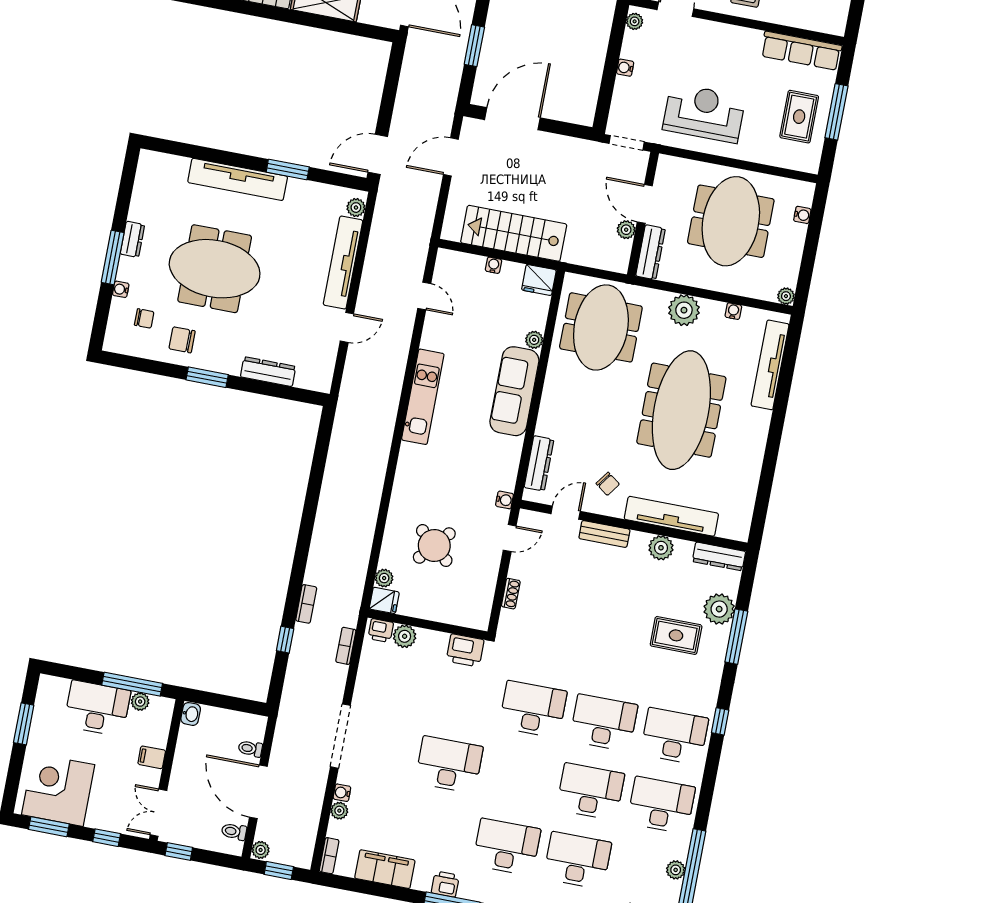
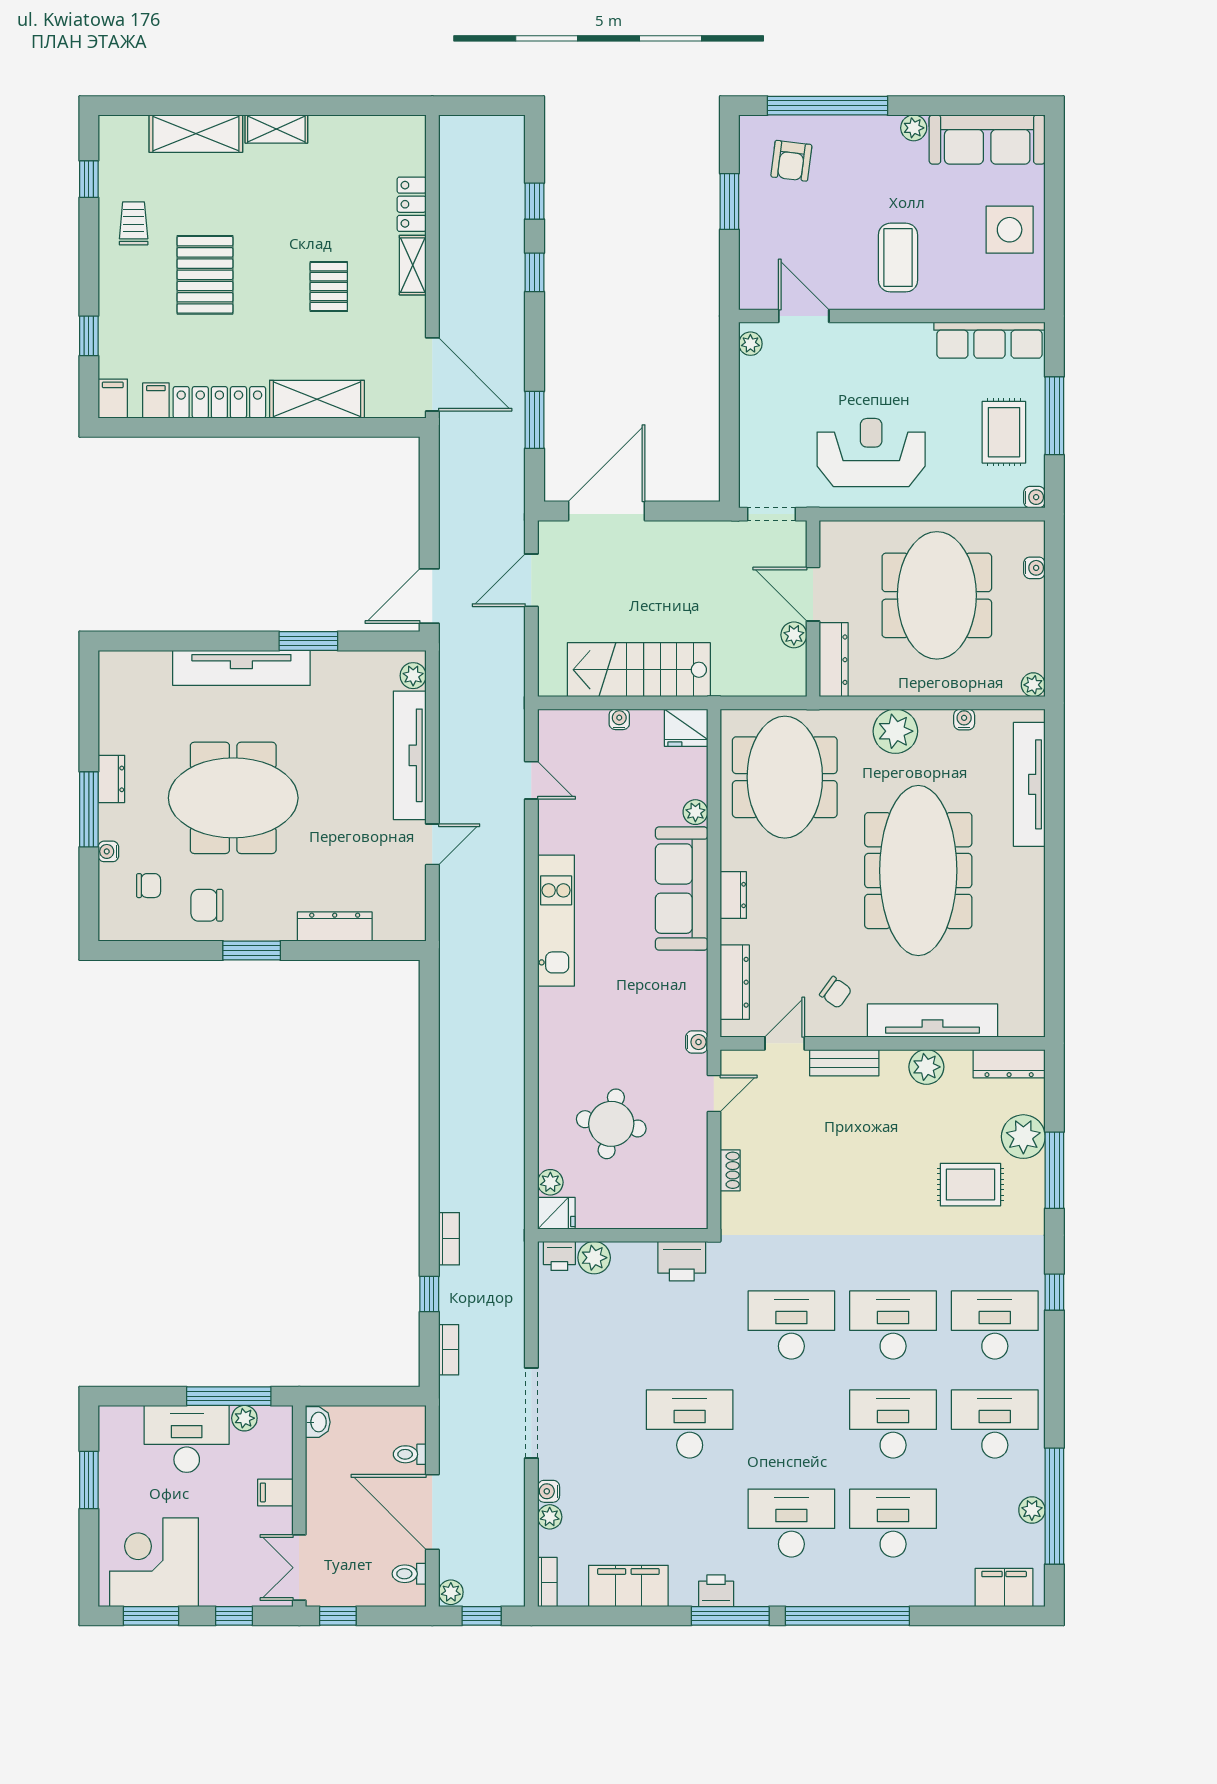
water cooler: (625, 68) -> (1034, 497), moved, turned 180
dresser: (550, 403) -> (733, 895), added
round table: (434, 546) -> (611, 1124), turned -31
bookcase: (346, 646) -> (449, 1350), moved, turned 180

